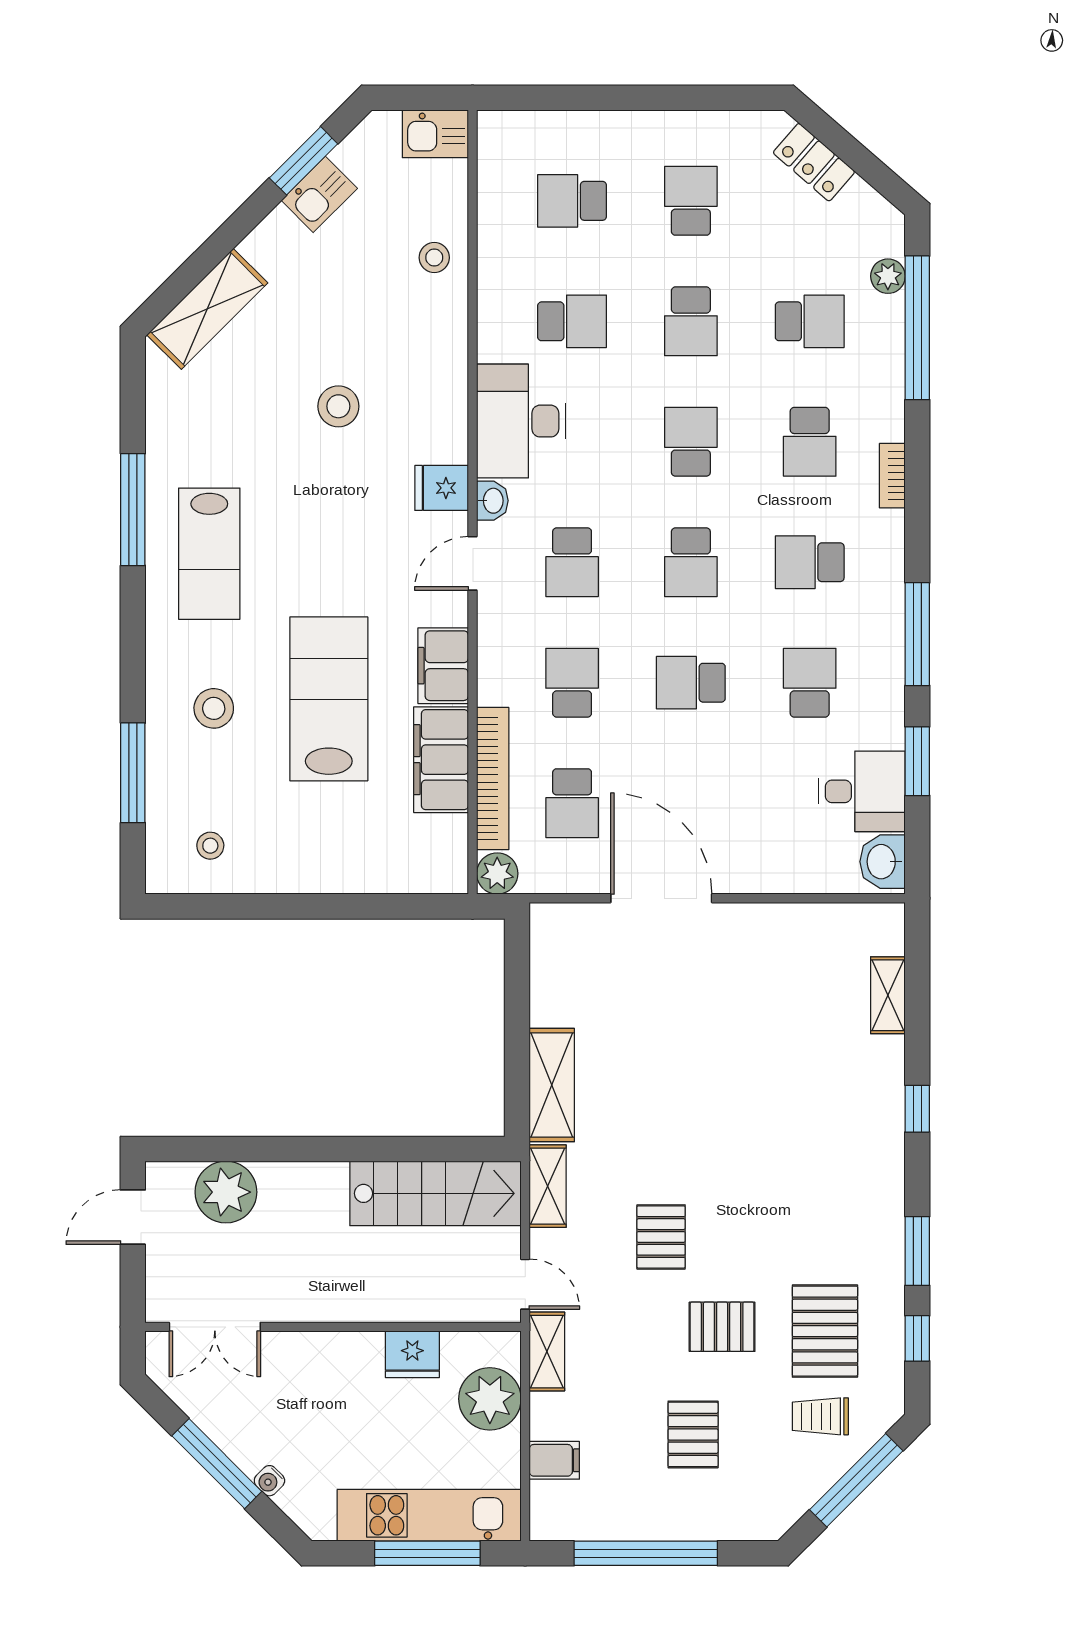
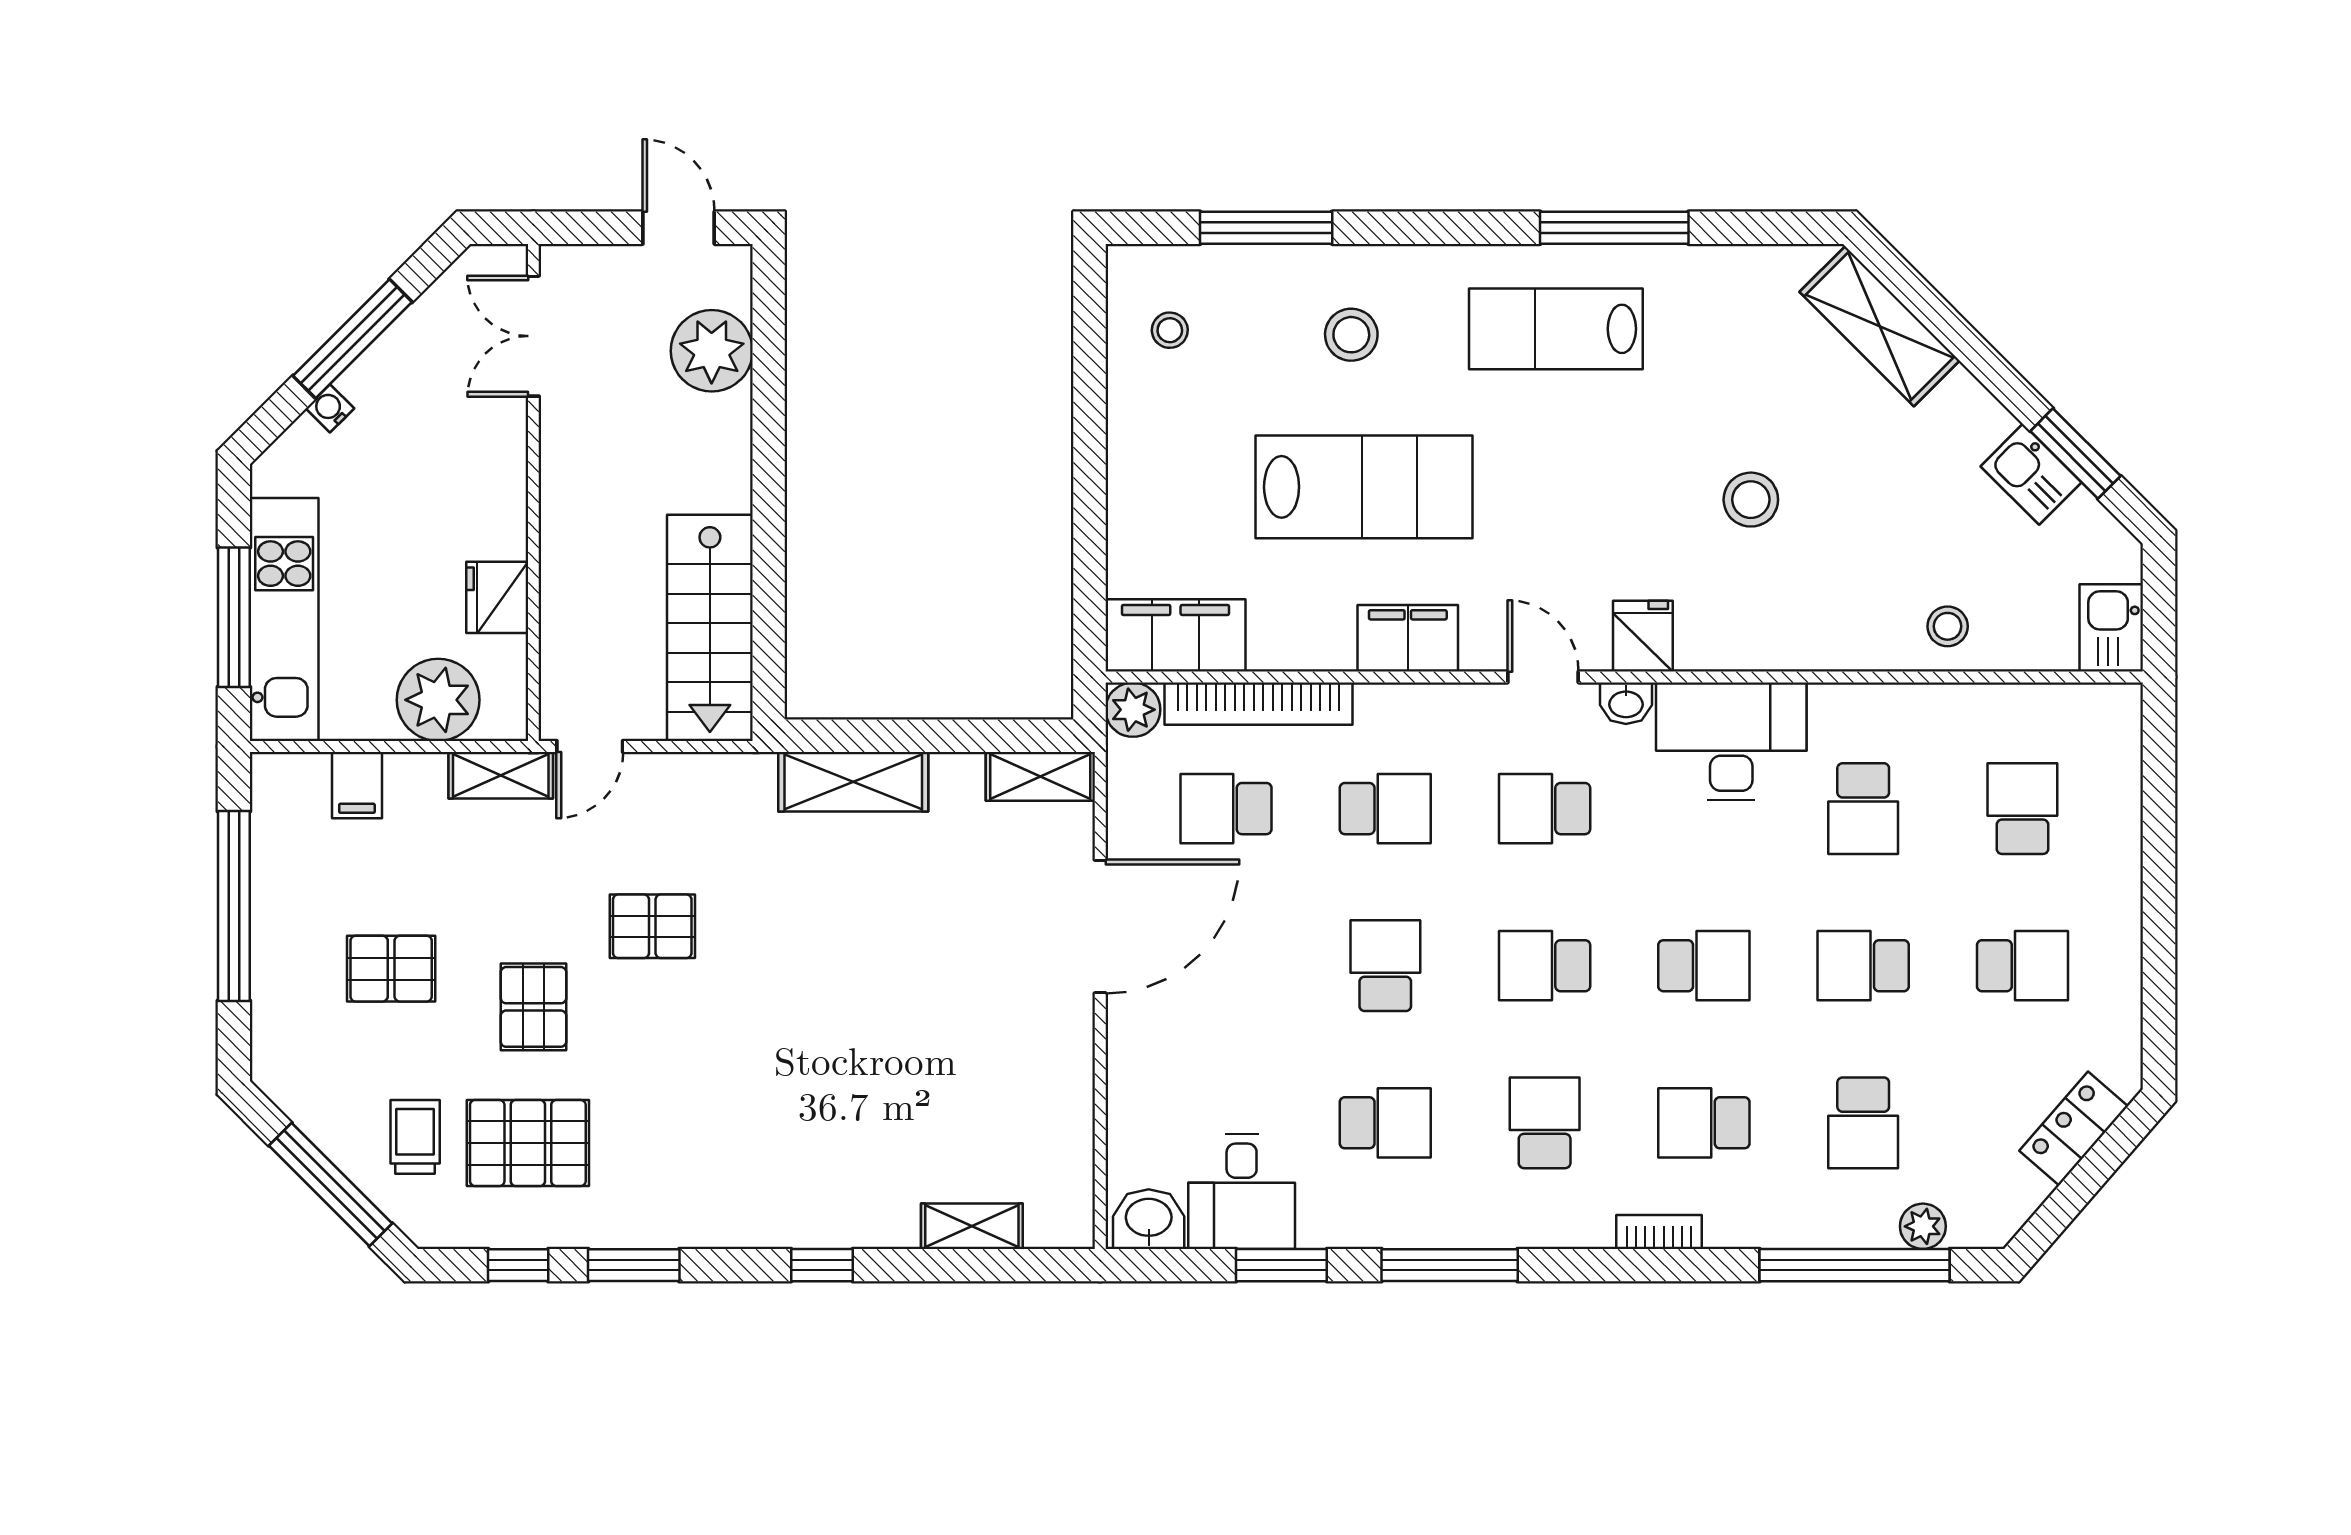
filing cabinet: (441, 760) -> (1175, 635), moved
shelving: (548, 1186) -> (1040, 776), moved

